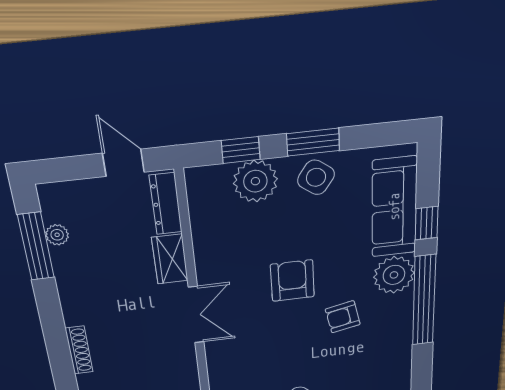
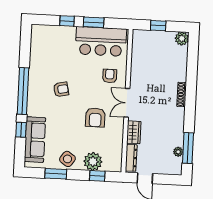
window: (313, 142) -> (56, 174), moved
plant: (394, 275) -> (36, 107), removed
armchair: (292, 281) -> (95, 117), moved
armchair: (242, 358) -> (110, 76), added

